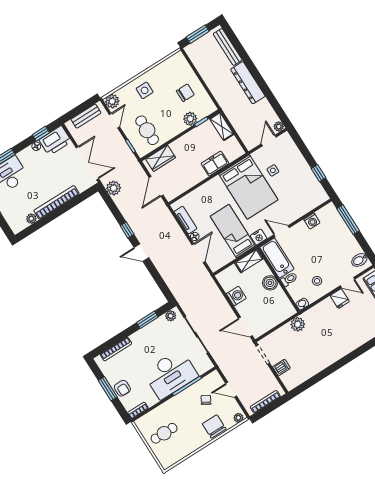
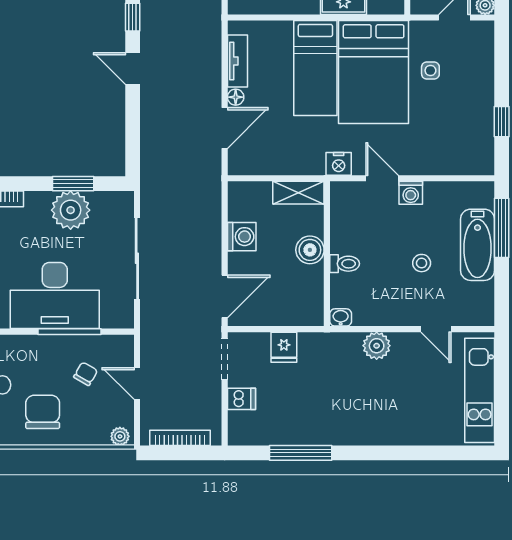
washing machine: (312, 221) -> (411, 193), moved
bed: (233, 231) -> (315, 68), moved, turned 180
bathtub: (277, 258) -> (477, 245), moved, turned 180
bidet: (359, 260) -> (479, 305), removed
stool: (317, 281) -> (422, 263), moved
fridge: (340, 299) -> (284, 347), moved
plant: (171, 316) -> (71, 210), moved, width x1.88, depth x1.88
plant: (298, 324) -> (377, 346), moved
door: (245, 327) -> (225, 296), swing flipped
window: (322, 375) -> (301, 453), added
chair: (214, 426) -> (43, 412), moved

